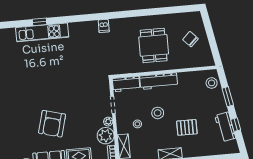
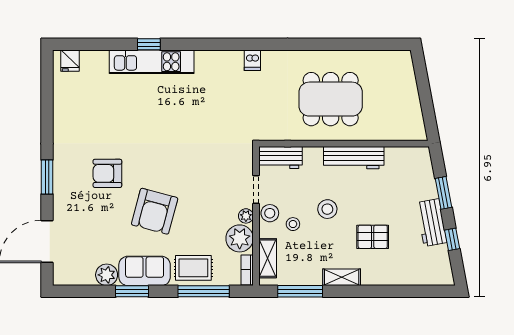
chair: (190, 39) -> (391, 94), removed
dining table: (154, 45) -> (331, 99), width x1.38
workbench: (159, 81) -> (354, 158), moved
stool: (212, 83) -> (270, 213), moved
armchair: (21, 103) -> (107, 173), added
workbench: (225, 127) -> (432, 223), moved

